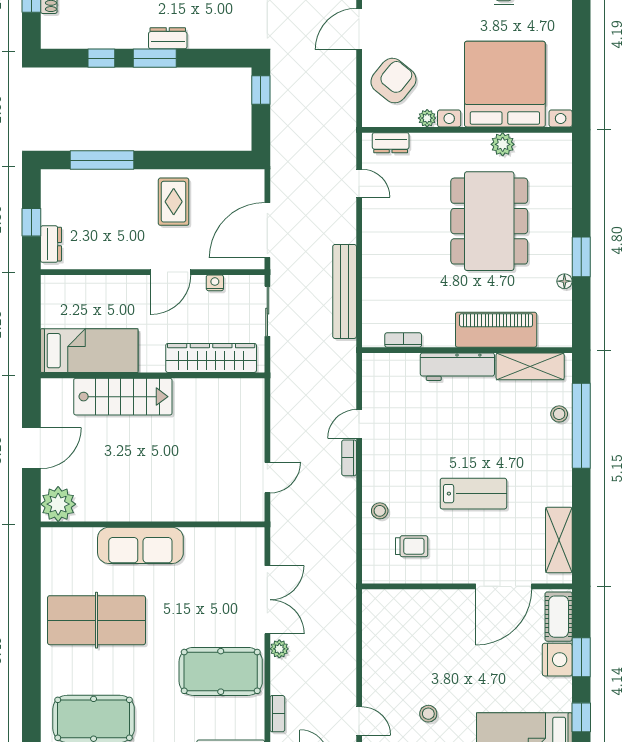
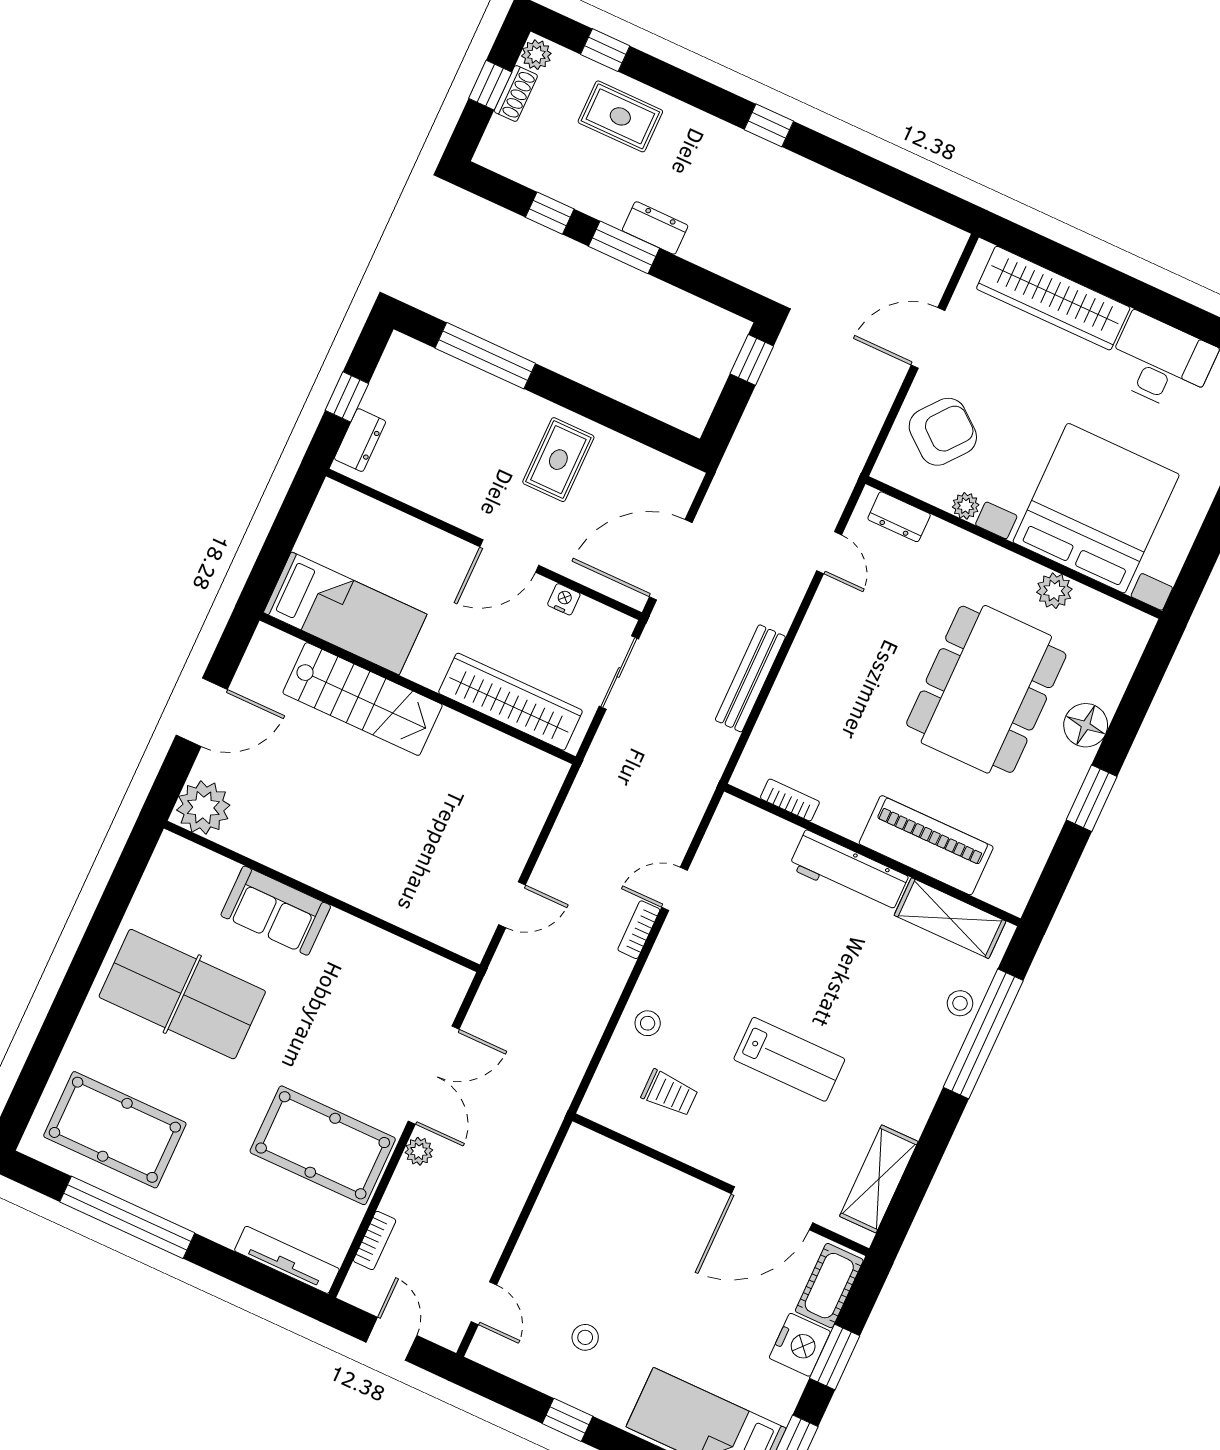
floor lamp: (564, 281) -> (1086, 725), moved, width x1.89, depth x1.89
bench: (345, 291) -> (750, 678), width x0.73, depth x0.82
sofa: (140, 545) -> (276, 911), width x0.73

